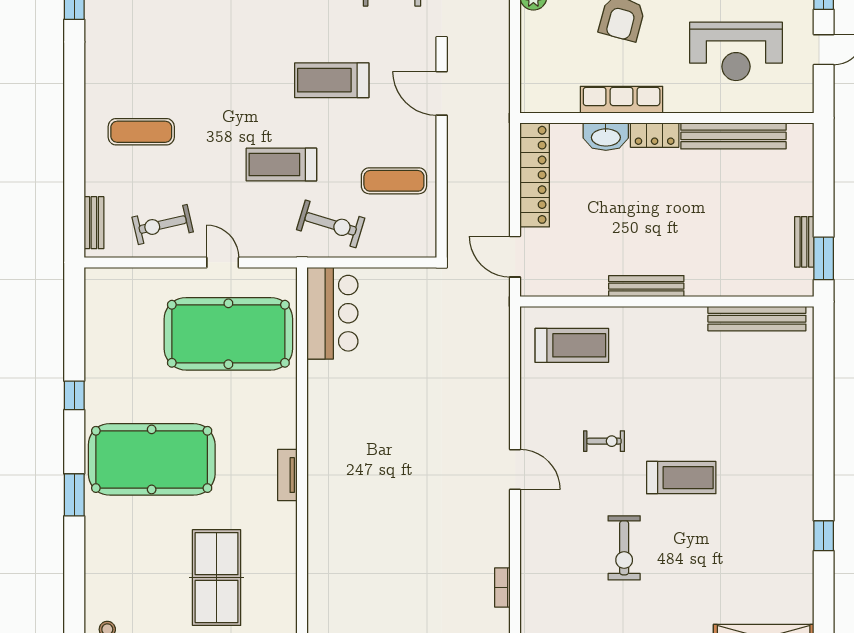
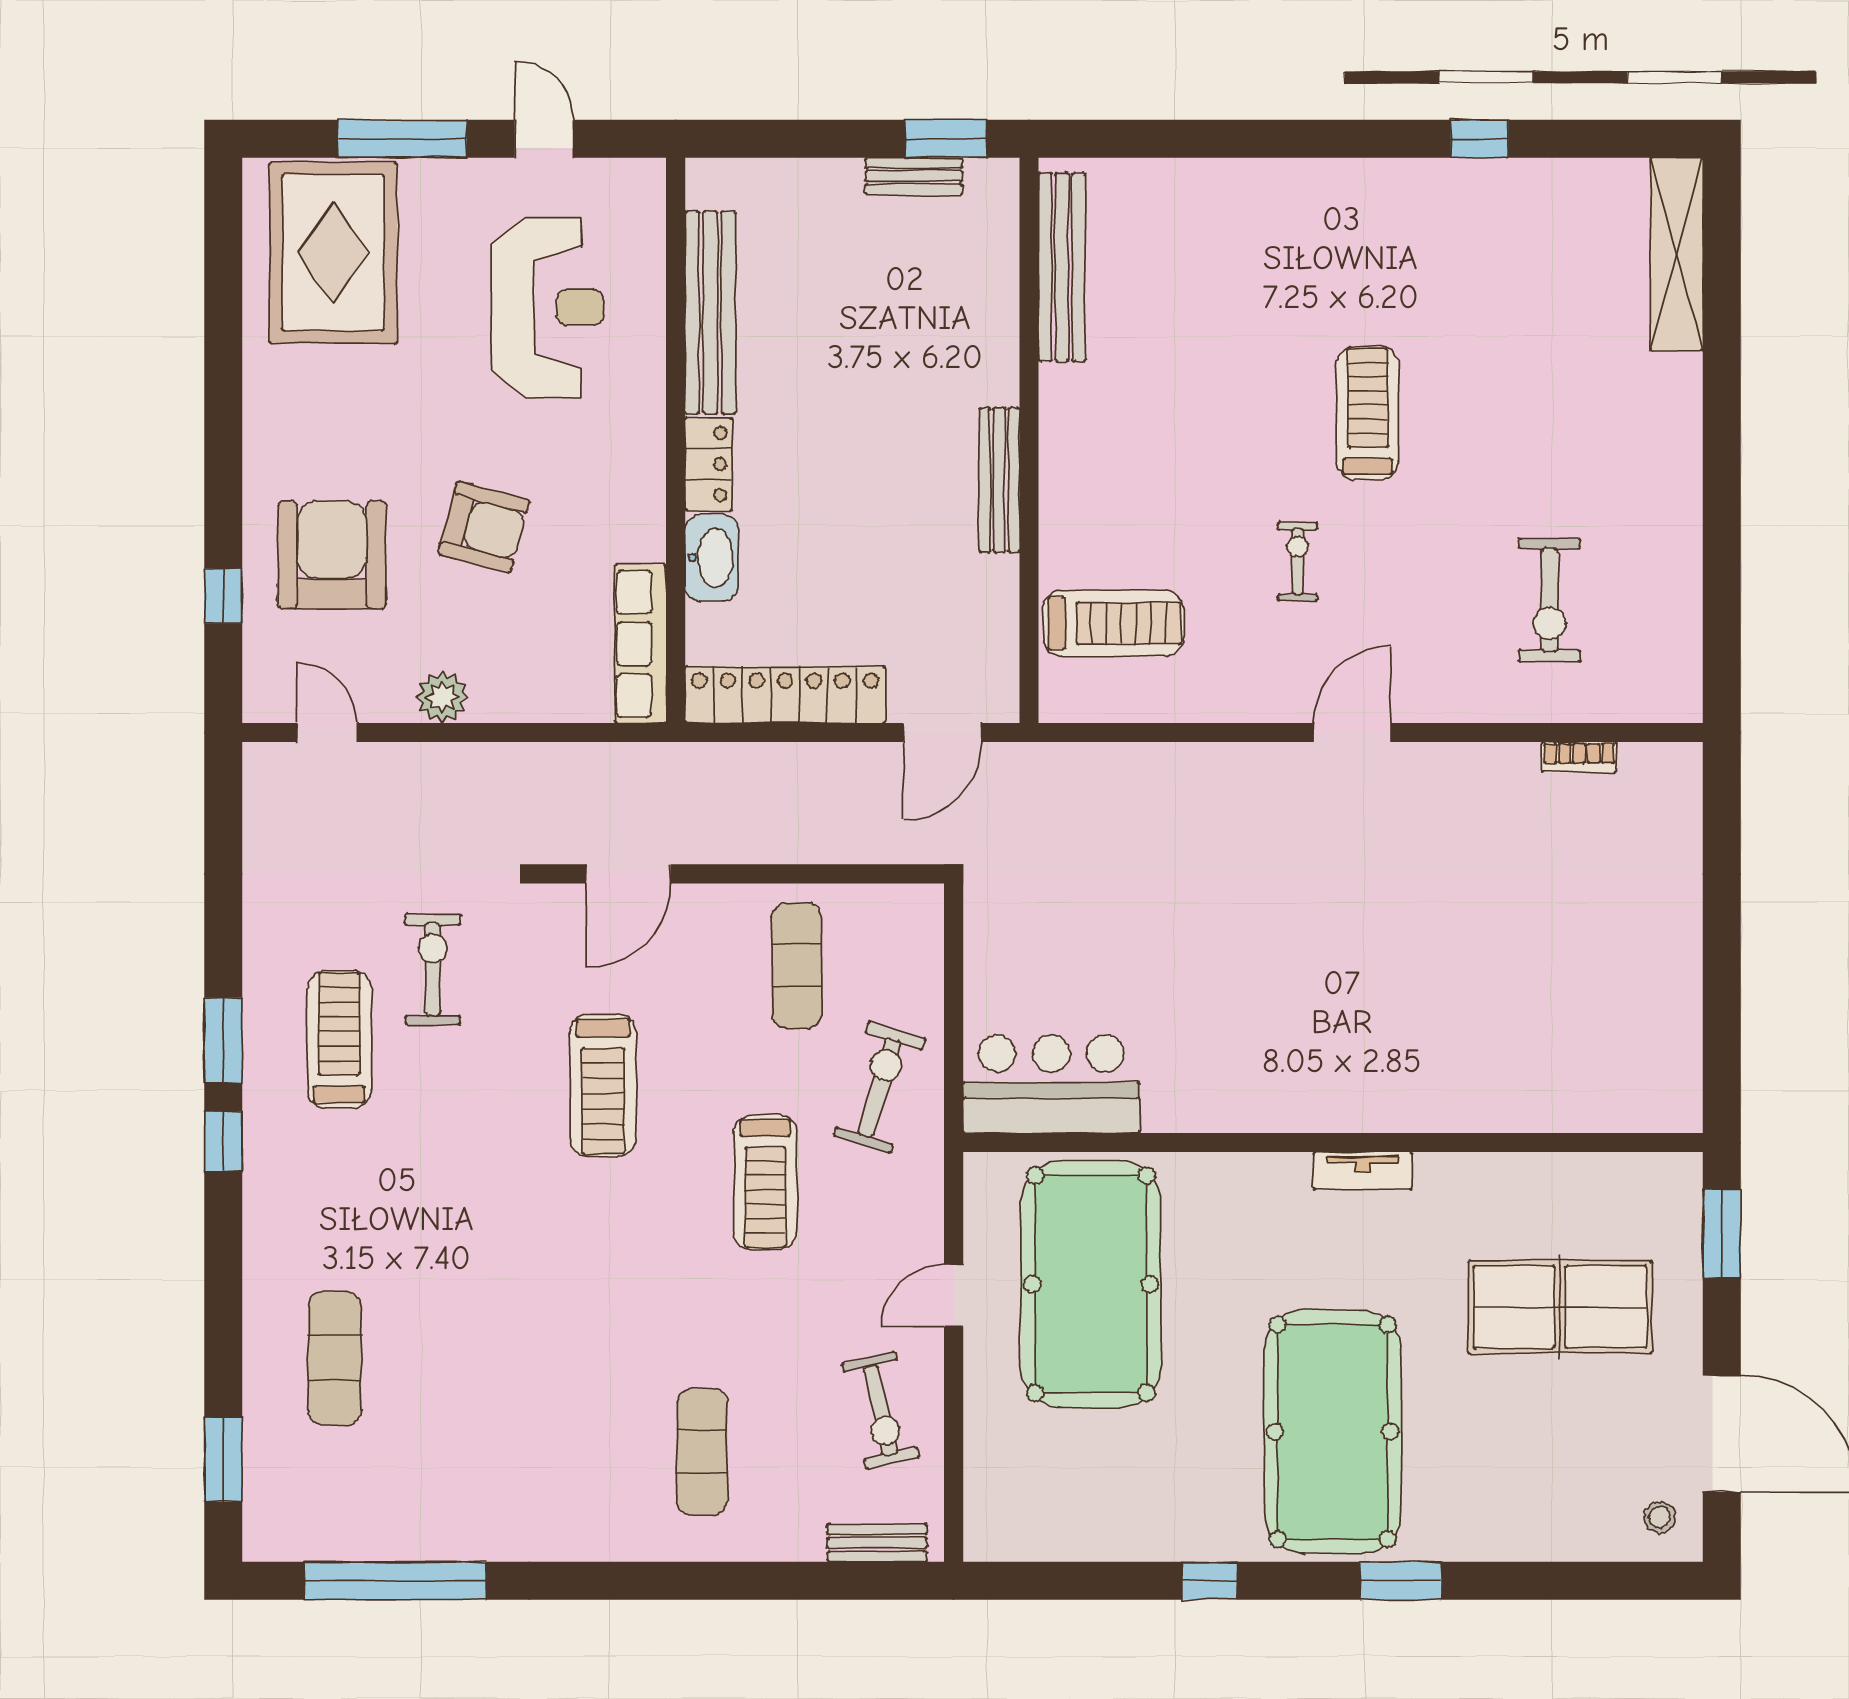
row of seats: (622, 100) -> (640, 644), moved
treadmill: (572, 345) -> (1113, 623), turned 90
exercise bike: (624, 548) -> (1550, 600), moved, turned 90

